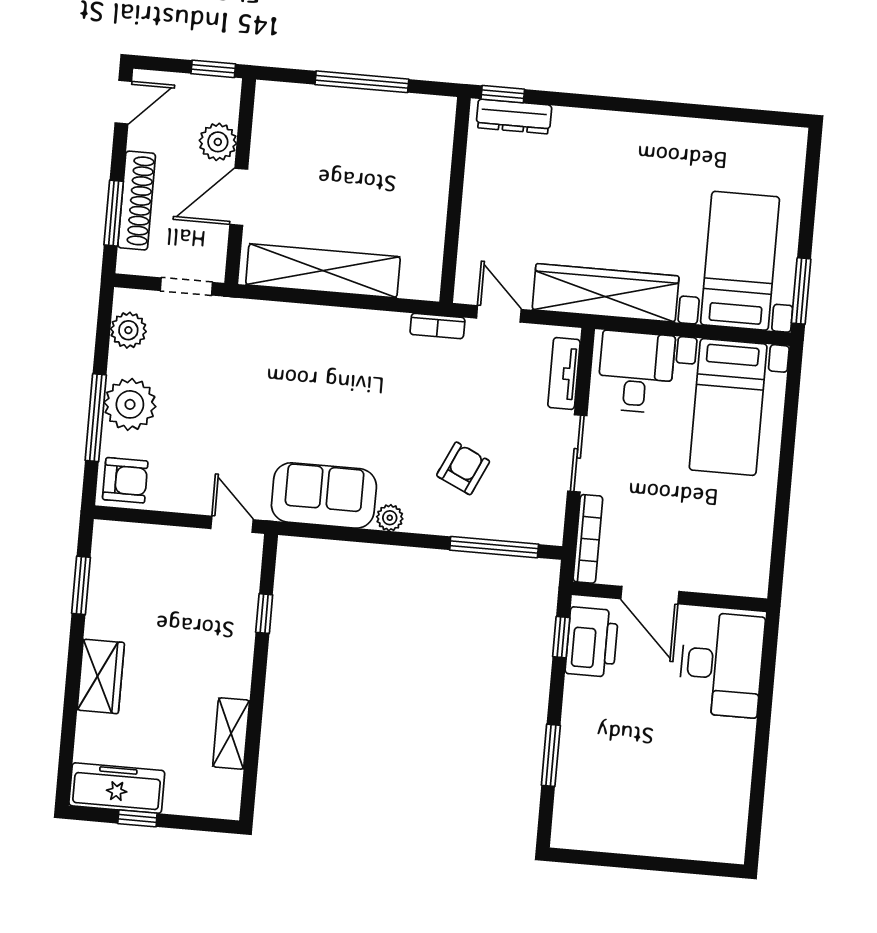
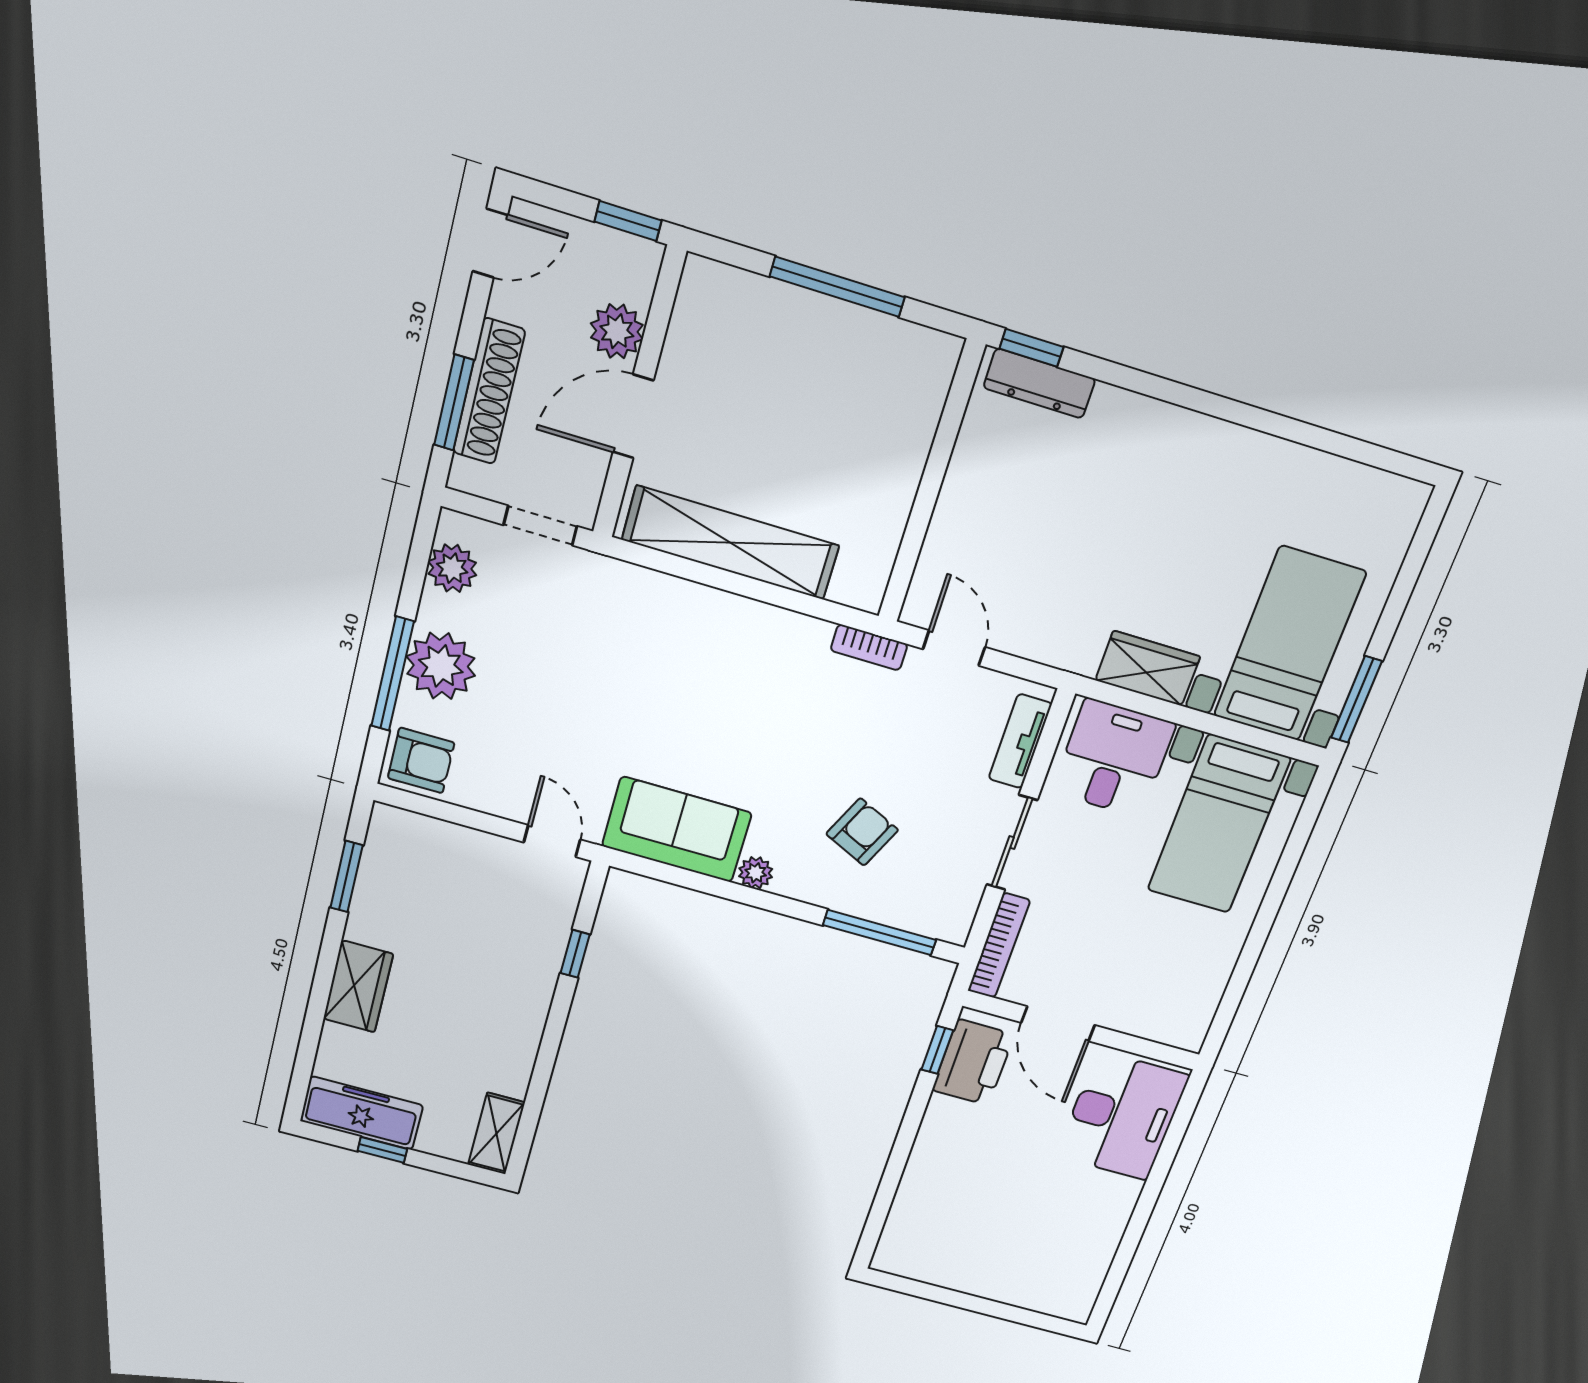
wardrobe: (606, 293) -> (1148, 668), width x0.48, depth x0.85
shelving: (231, 734) -> (496, 1134), moved
window: (551, 755) -> (893, 1174), removed

